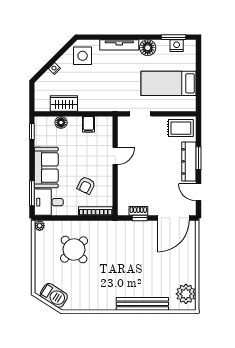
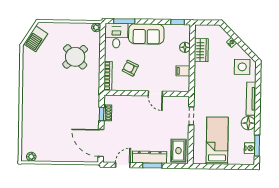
plant: (186, 294) -> (31, 157), width x0.53, depth x0.53
bench: (142, 304) -> (27, 115), removed

